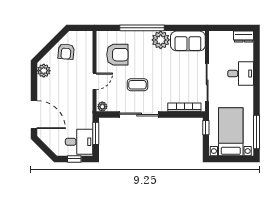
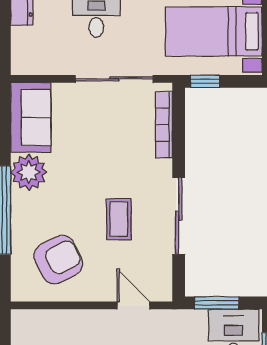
armchair: (117, 55) -> (58, 260), turned 63
door: (95, 81) -> (133, 305), moved
plant: (102, 107) -> (163, 290), removed

